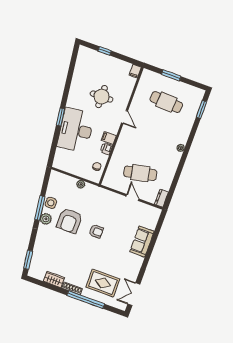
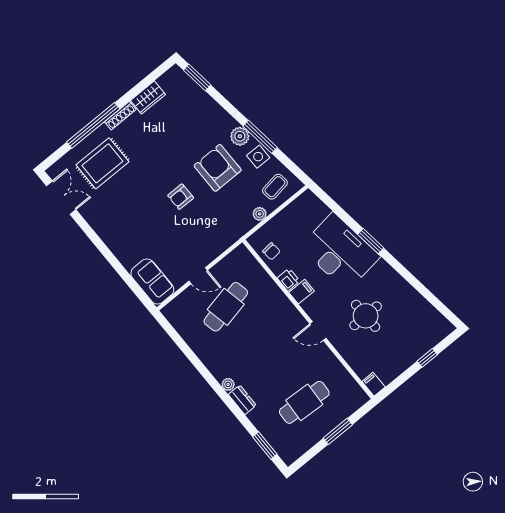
coffee table: (62, 185) -> (275, 187), added
dresser: (161, 198) -> (242, 400), moved
sofa: (142, 241) -> (152, 282), moved

